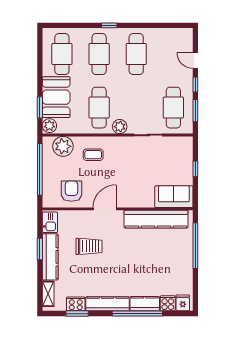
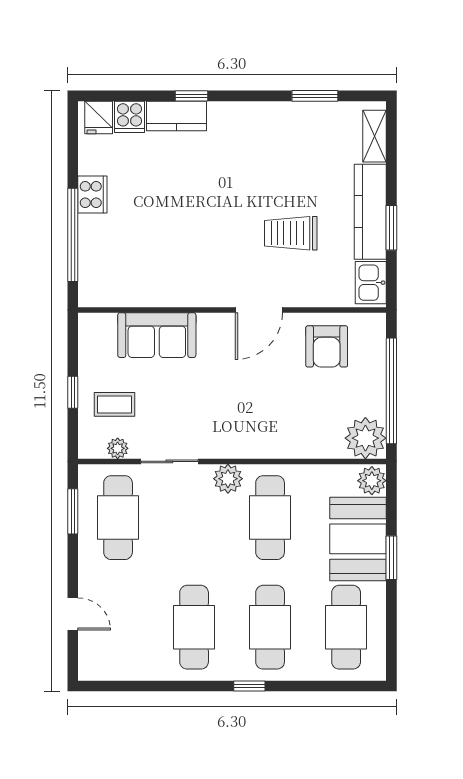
window: (195, 84) -> (73, 565), removed
window: (40, 107) -> (391, 558), moved
plant: (174, 141) -> (118, 448), added
plant: (63, 146) -> (365, 438), moved
coffee table: (93, 155) -> (114, 404), moved
sofa: (174, 197) -> (157, 335), moved
kitchen counter: (156, 219) -> (154, 289), removed
cooker: (76, 304) -> (92, 195), moved, turned -90
kitchen counter: (108, 304) -> (253, 116), removed
window: (137, 314) -> (192, 96), width x0.32

